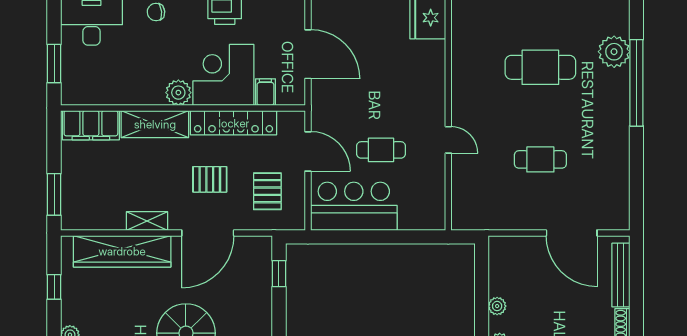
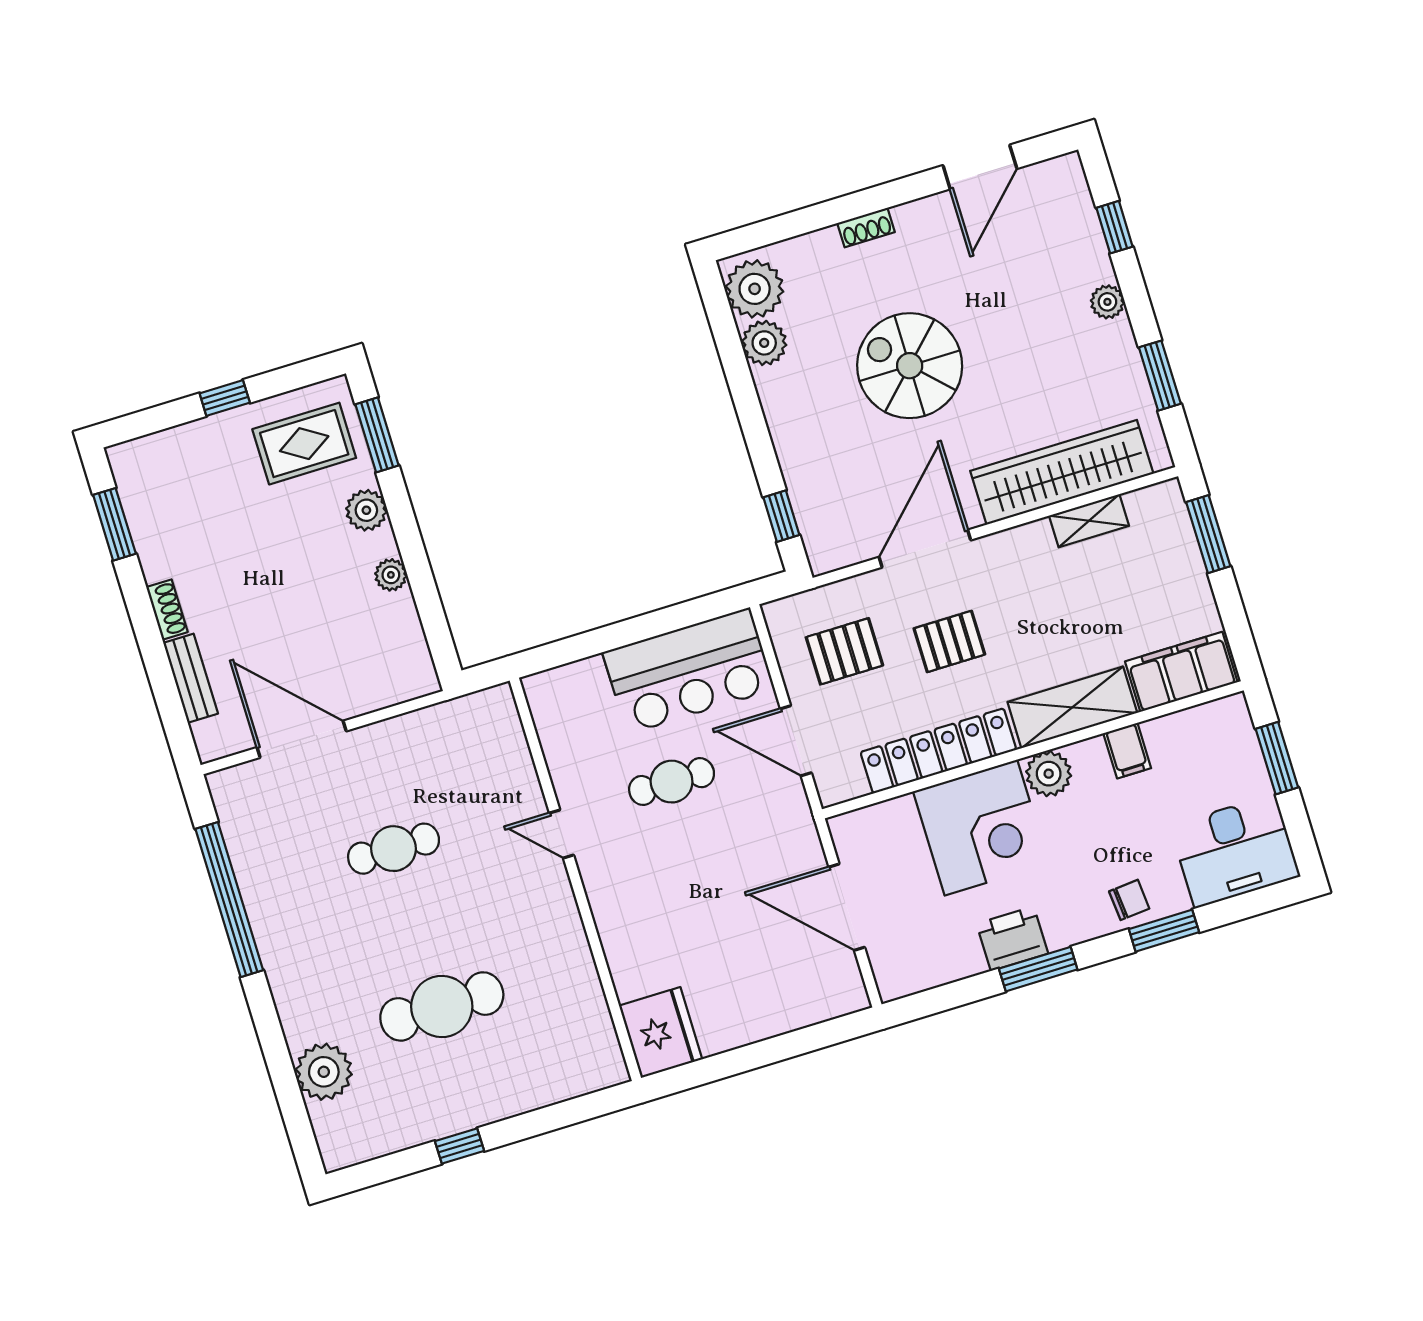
window: (636, 83) -> (229, 900), moved
filing cabinet: (265, 92) -> (1127, 751), moved
pallet: (267, 191) -> (844, 651), turned 90
shelving: (147, 221) -> (1089, 521), moved
bench: (621, 275) -> (191, 678), width x0.73
window: (54, 287) -> (1160, 376), width x1.50

